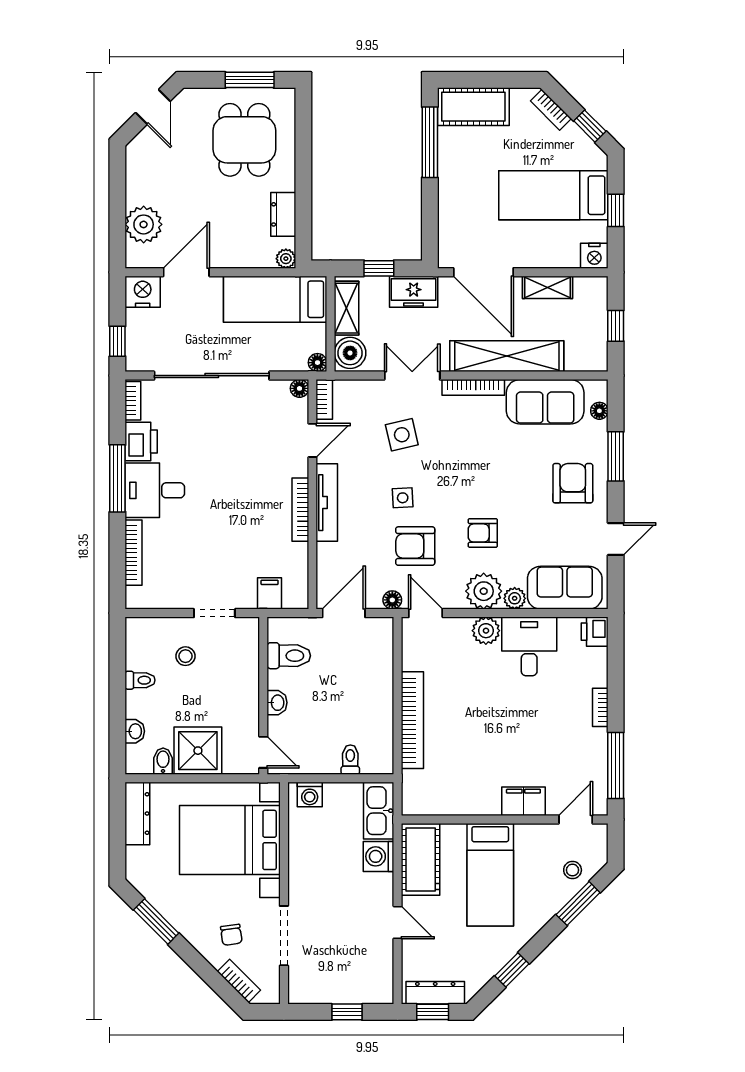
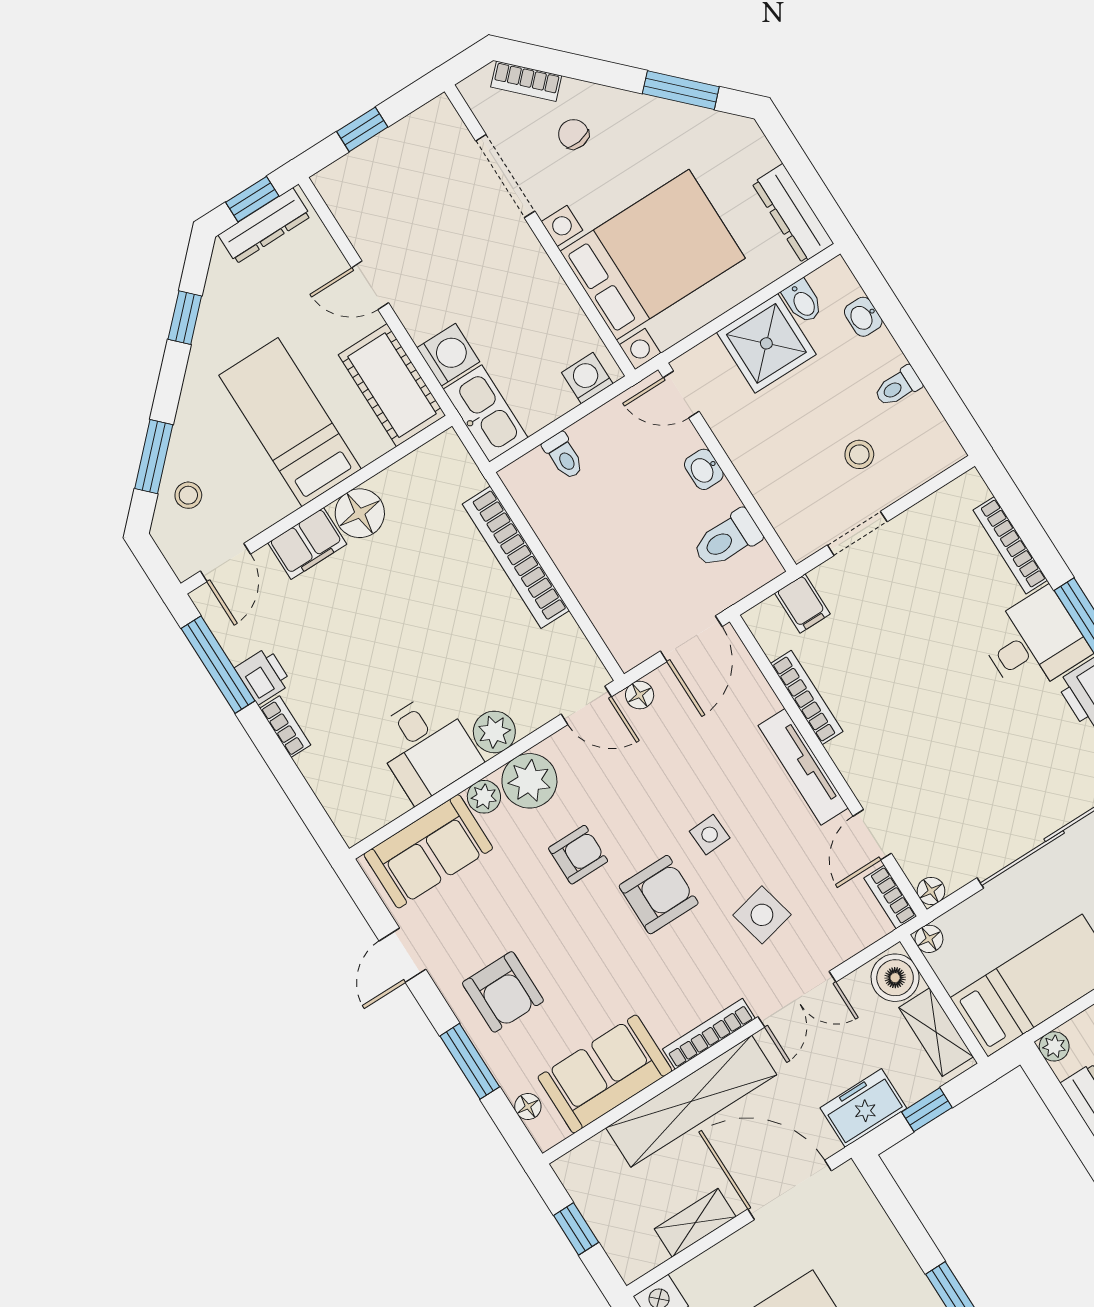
bookcase: (300, 510) -> (807, 697), moved
armchair: (415, 546) -> (659, 895), moved
printer: (595, 632) -> (263, 676), moved
floor lamp: (484, 800) -> (360, 513), added

